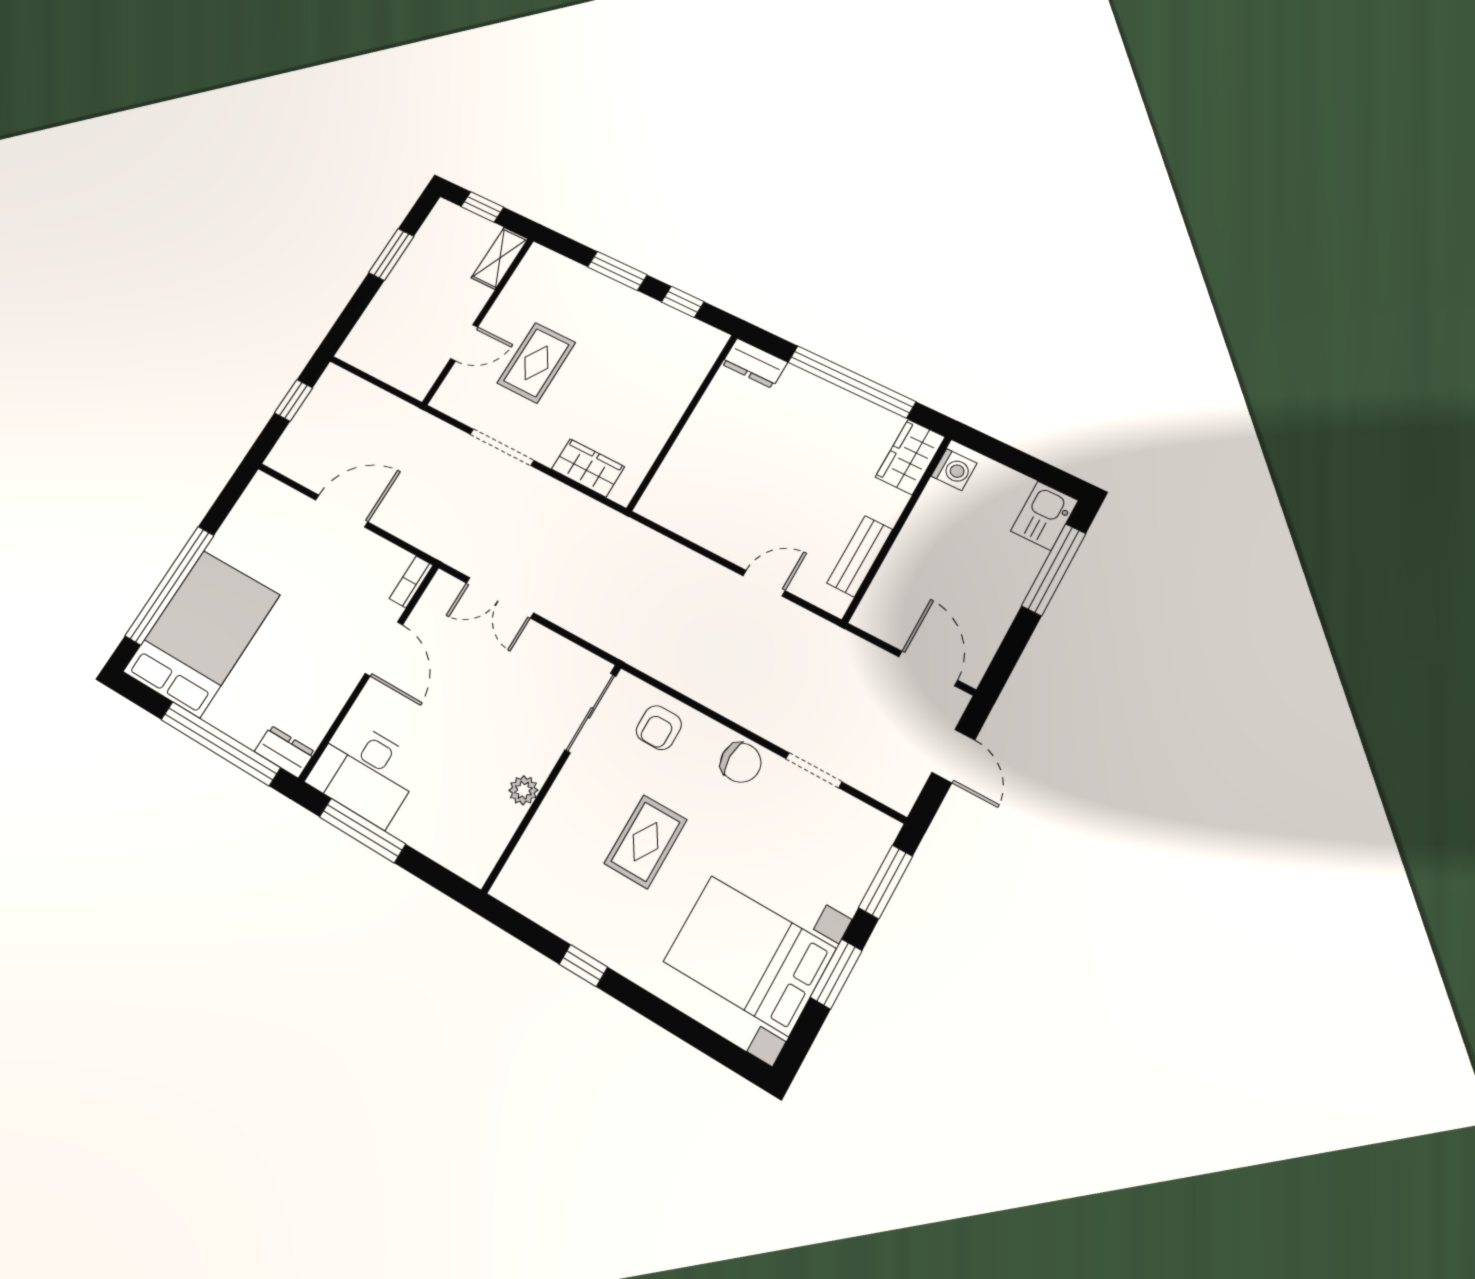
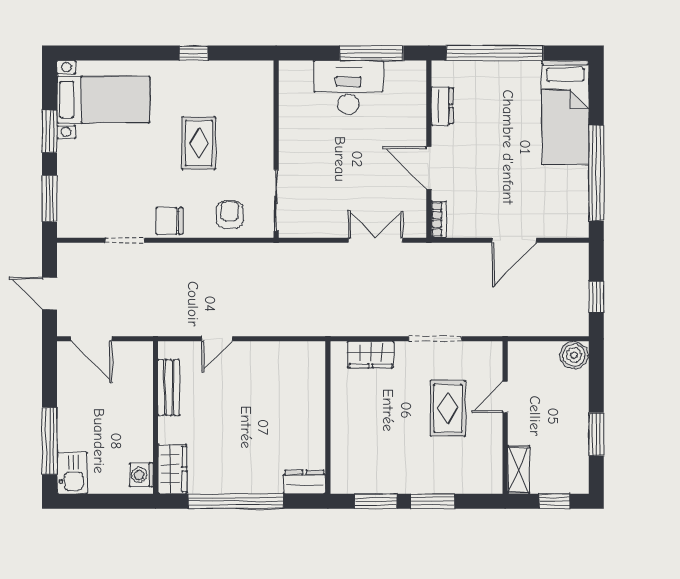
window: (683, 302) -> (376, 501), width x1.50
boiler: (360, 350) -> (574, 355), added
window: (170, 585) -> (596, 173), moved
bed: (202, 633) -> (565, 113), width x0.67
dresser: (285, 752) -> (442, 106), moved, turned -90
desk: (365, 772) -> (348, 87), moved
plant: (523, 790) -> (289, 132), removed
bed with nightstands: (749, 955) -> (103, 100), width x0.73

